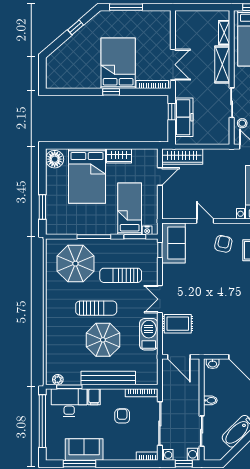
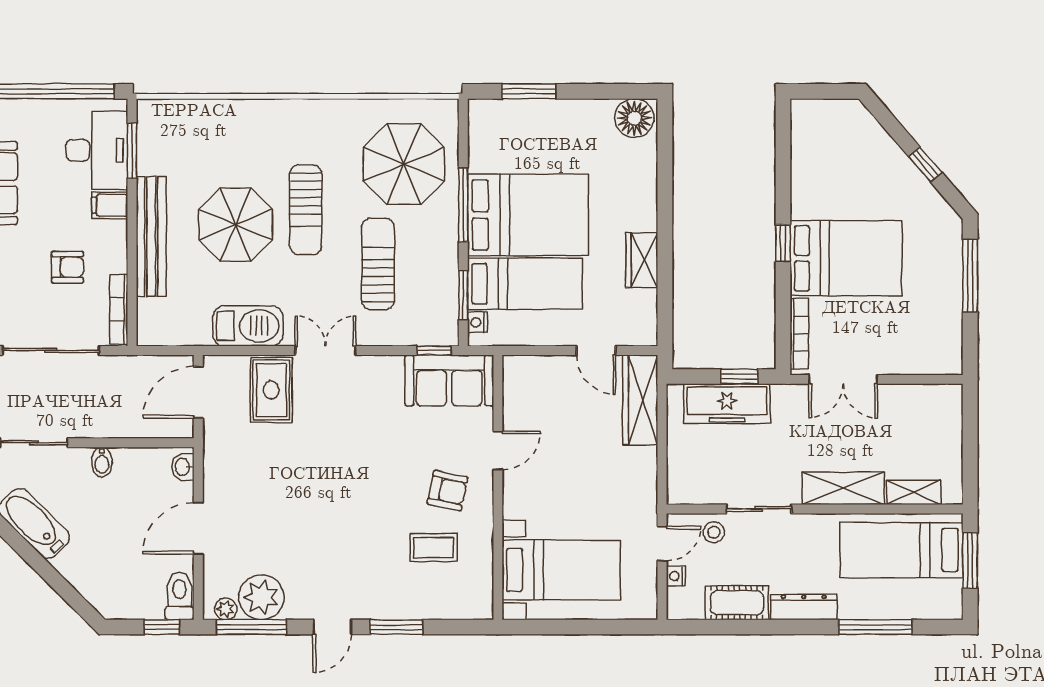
bed: (87, 176) -> (528, 215), moved, turned 180
plant: (58, 380) -> (148, 125), removed

